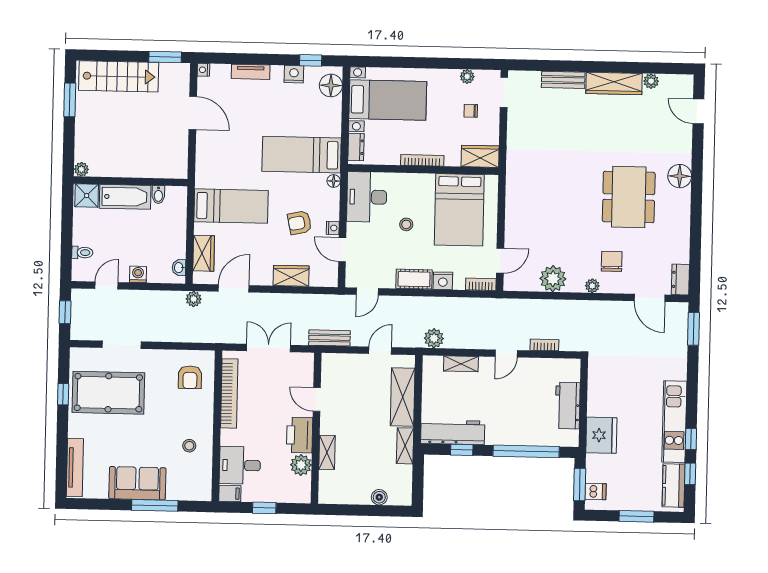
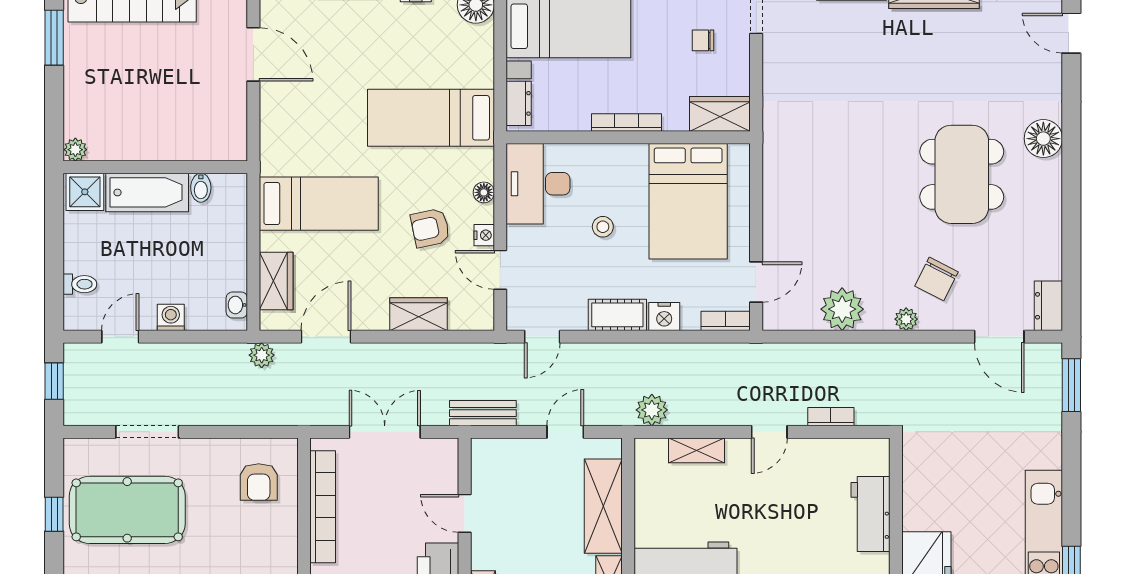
floor lamp: (334, 181) -> (484, 192), moved
chair: (612, 261) -> (936, 279), turned -153

